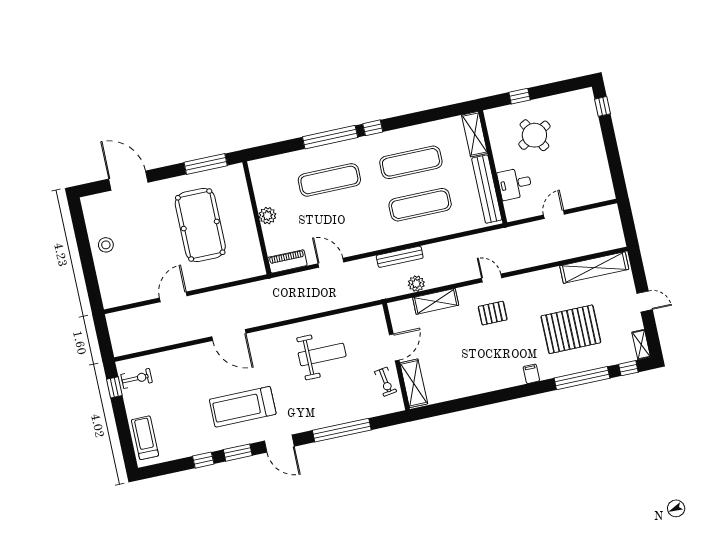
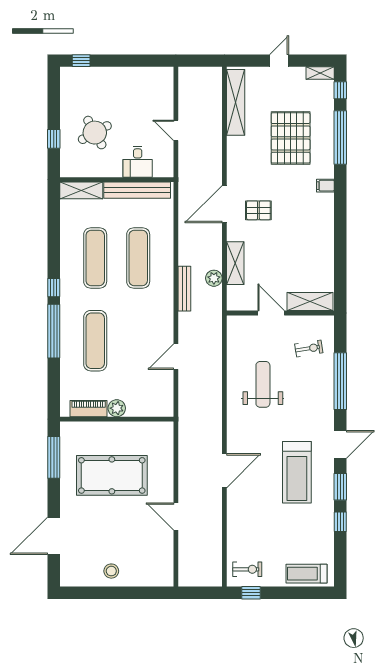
piano: (287, 261) -> (89, 409), moved, turned 90
door: (492, 278) -> (224, 204), width x1.88
pallet: (493, 313) -> (258, 210), turned 90
exercise bike: (137, 378) -> (247, 569), turned 90
exercise bike: (386, 382) -> (309, 348), moved

